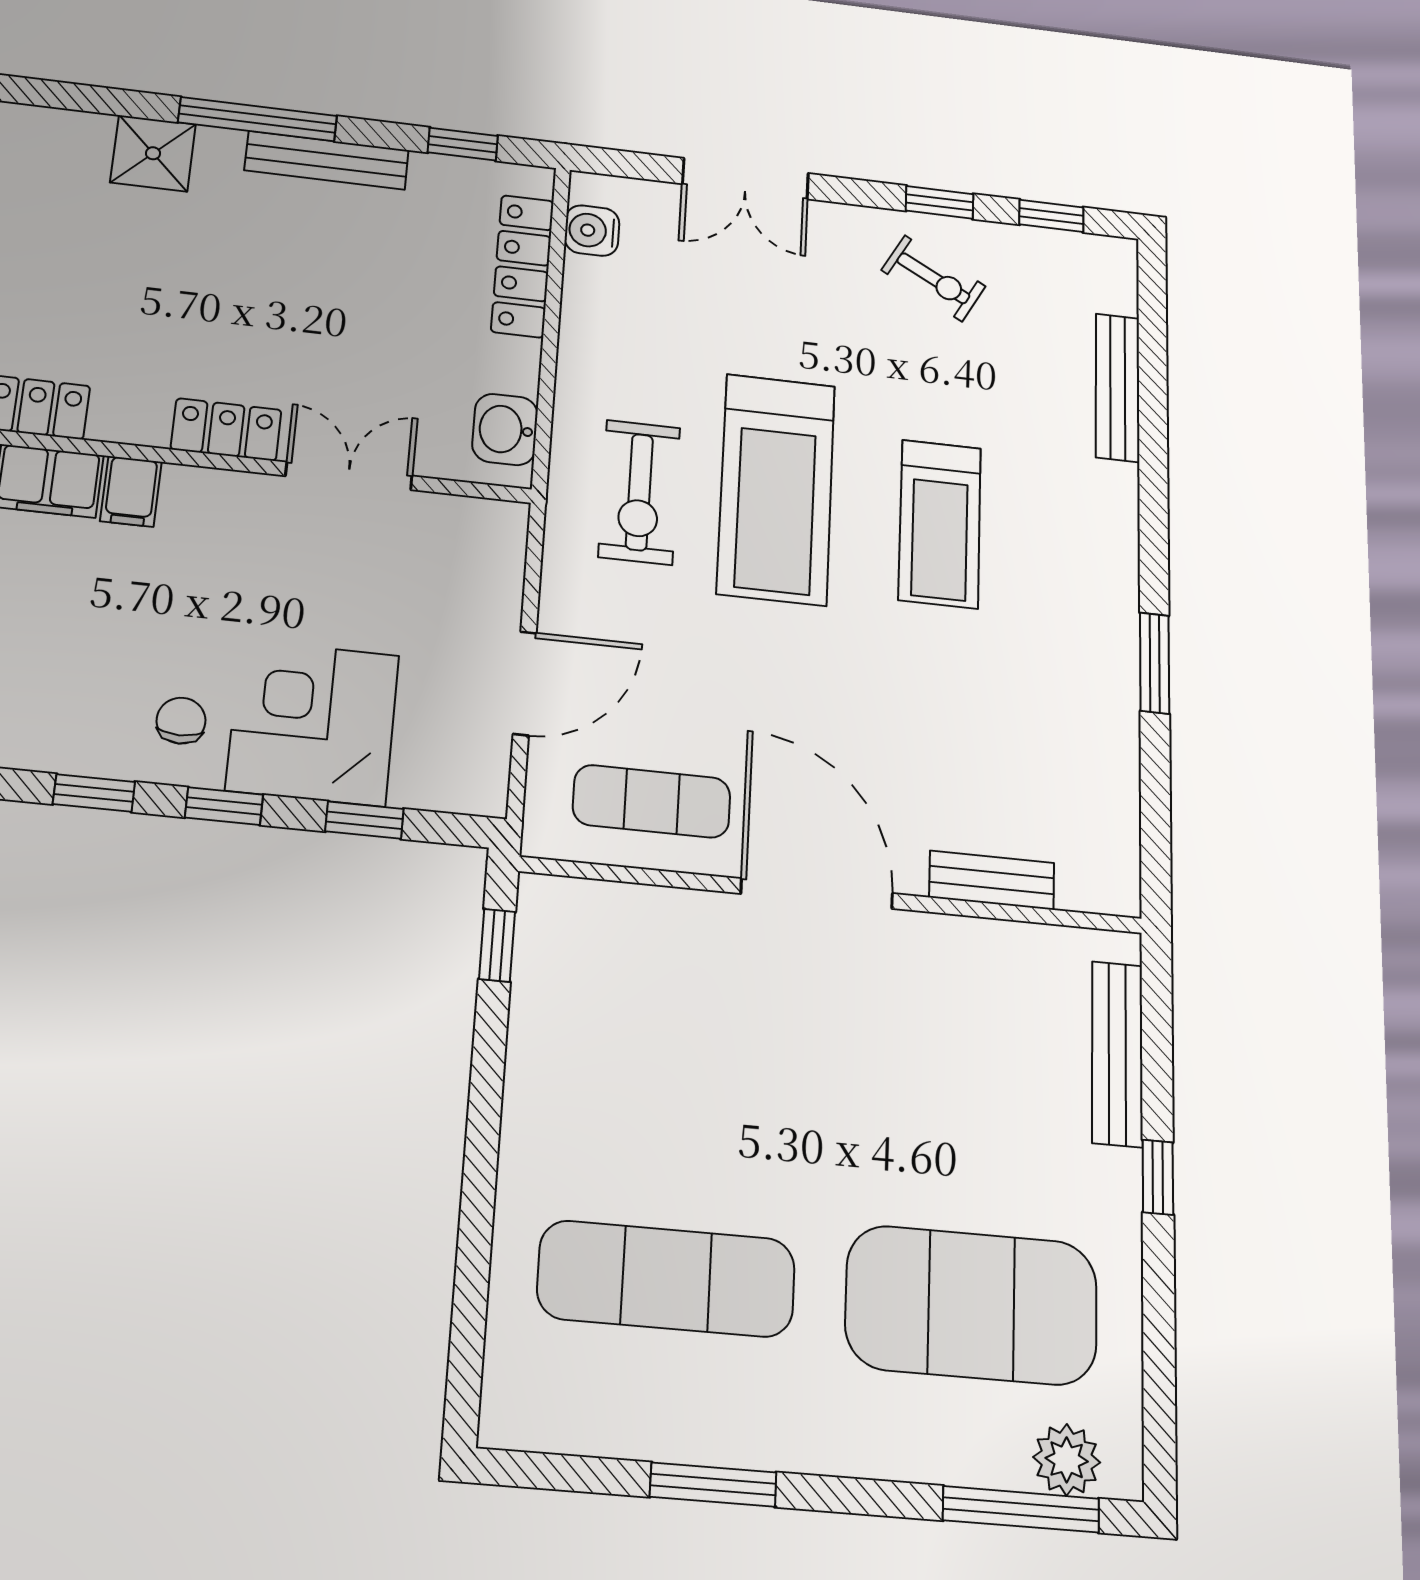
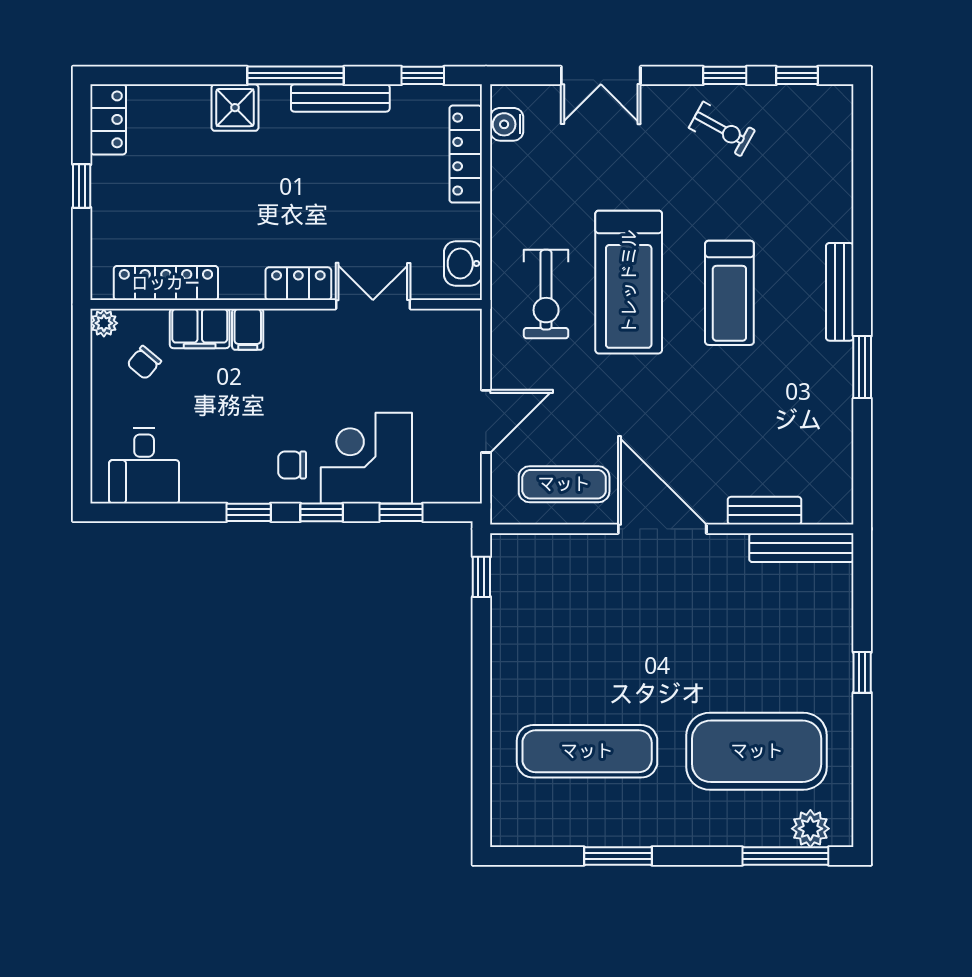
bench: (1118, 387) -> (840, 292), moved
chair: (181, 721) -> (292, 465), turned -90
bench: (1117, 1054) -> (801, 548), moved, turned 90

